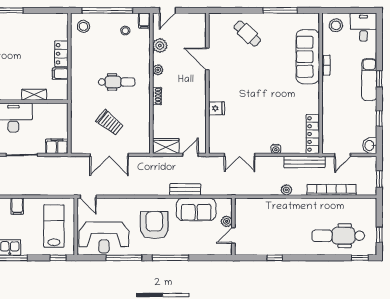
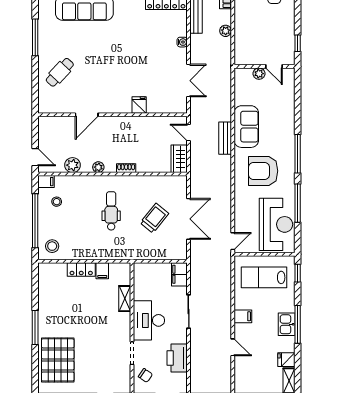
plant: (227, 221) -> (259, 74), moved
wall: (233, 227) -> (265, 66), moved
door: (233, 235) -> (274, 66), moved

